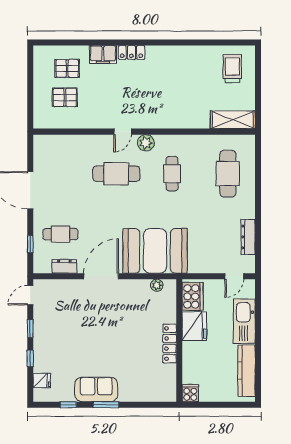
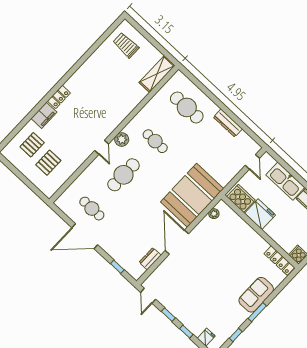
cafe table: (60, 234) -> (92, 209), moved, turned 90
dresser: (248, 237) -> (228, 123), moved
locker: (170, 344) -> (279, 261), moved
sofa: (96, 389) -> (256, 295), moved

